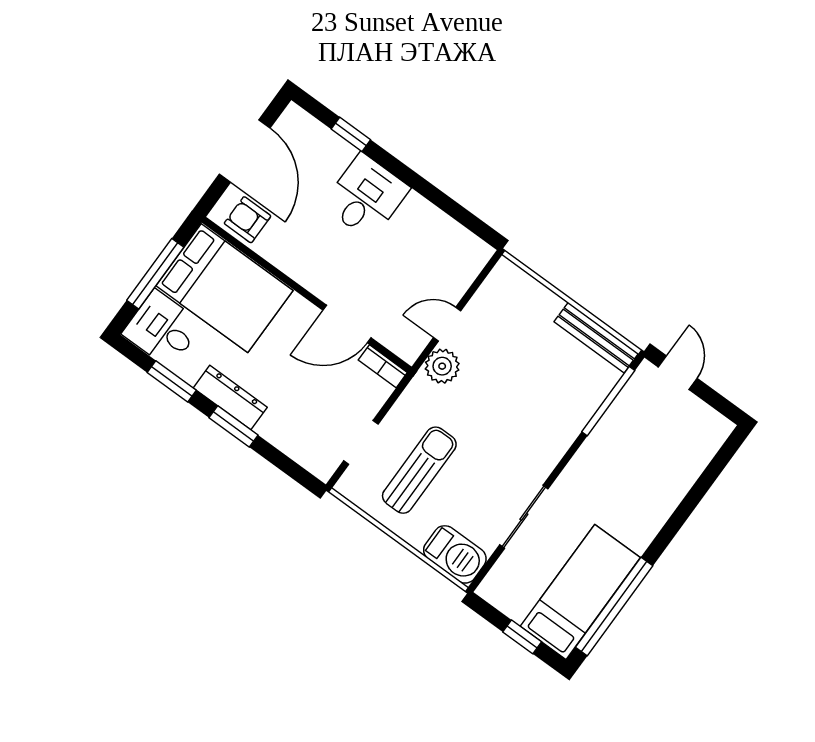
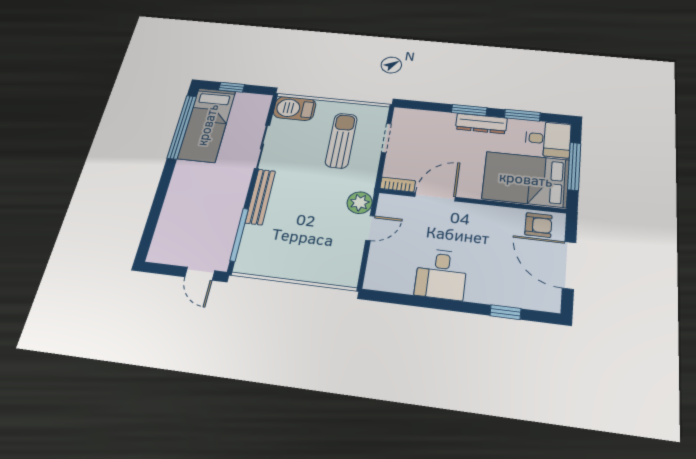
desk: (366, 197) -> (441, 274), moved
bench: (596, 338) -> (260, 197), moved, turned 90
sun lounger: (419, 470) -> (341, 140), turned 180

